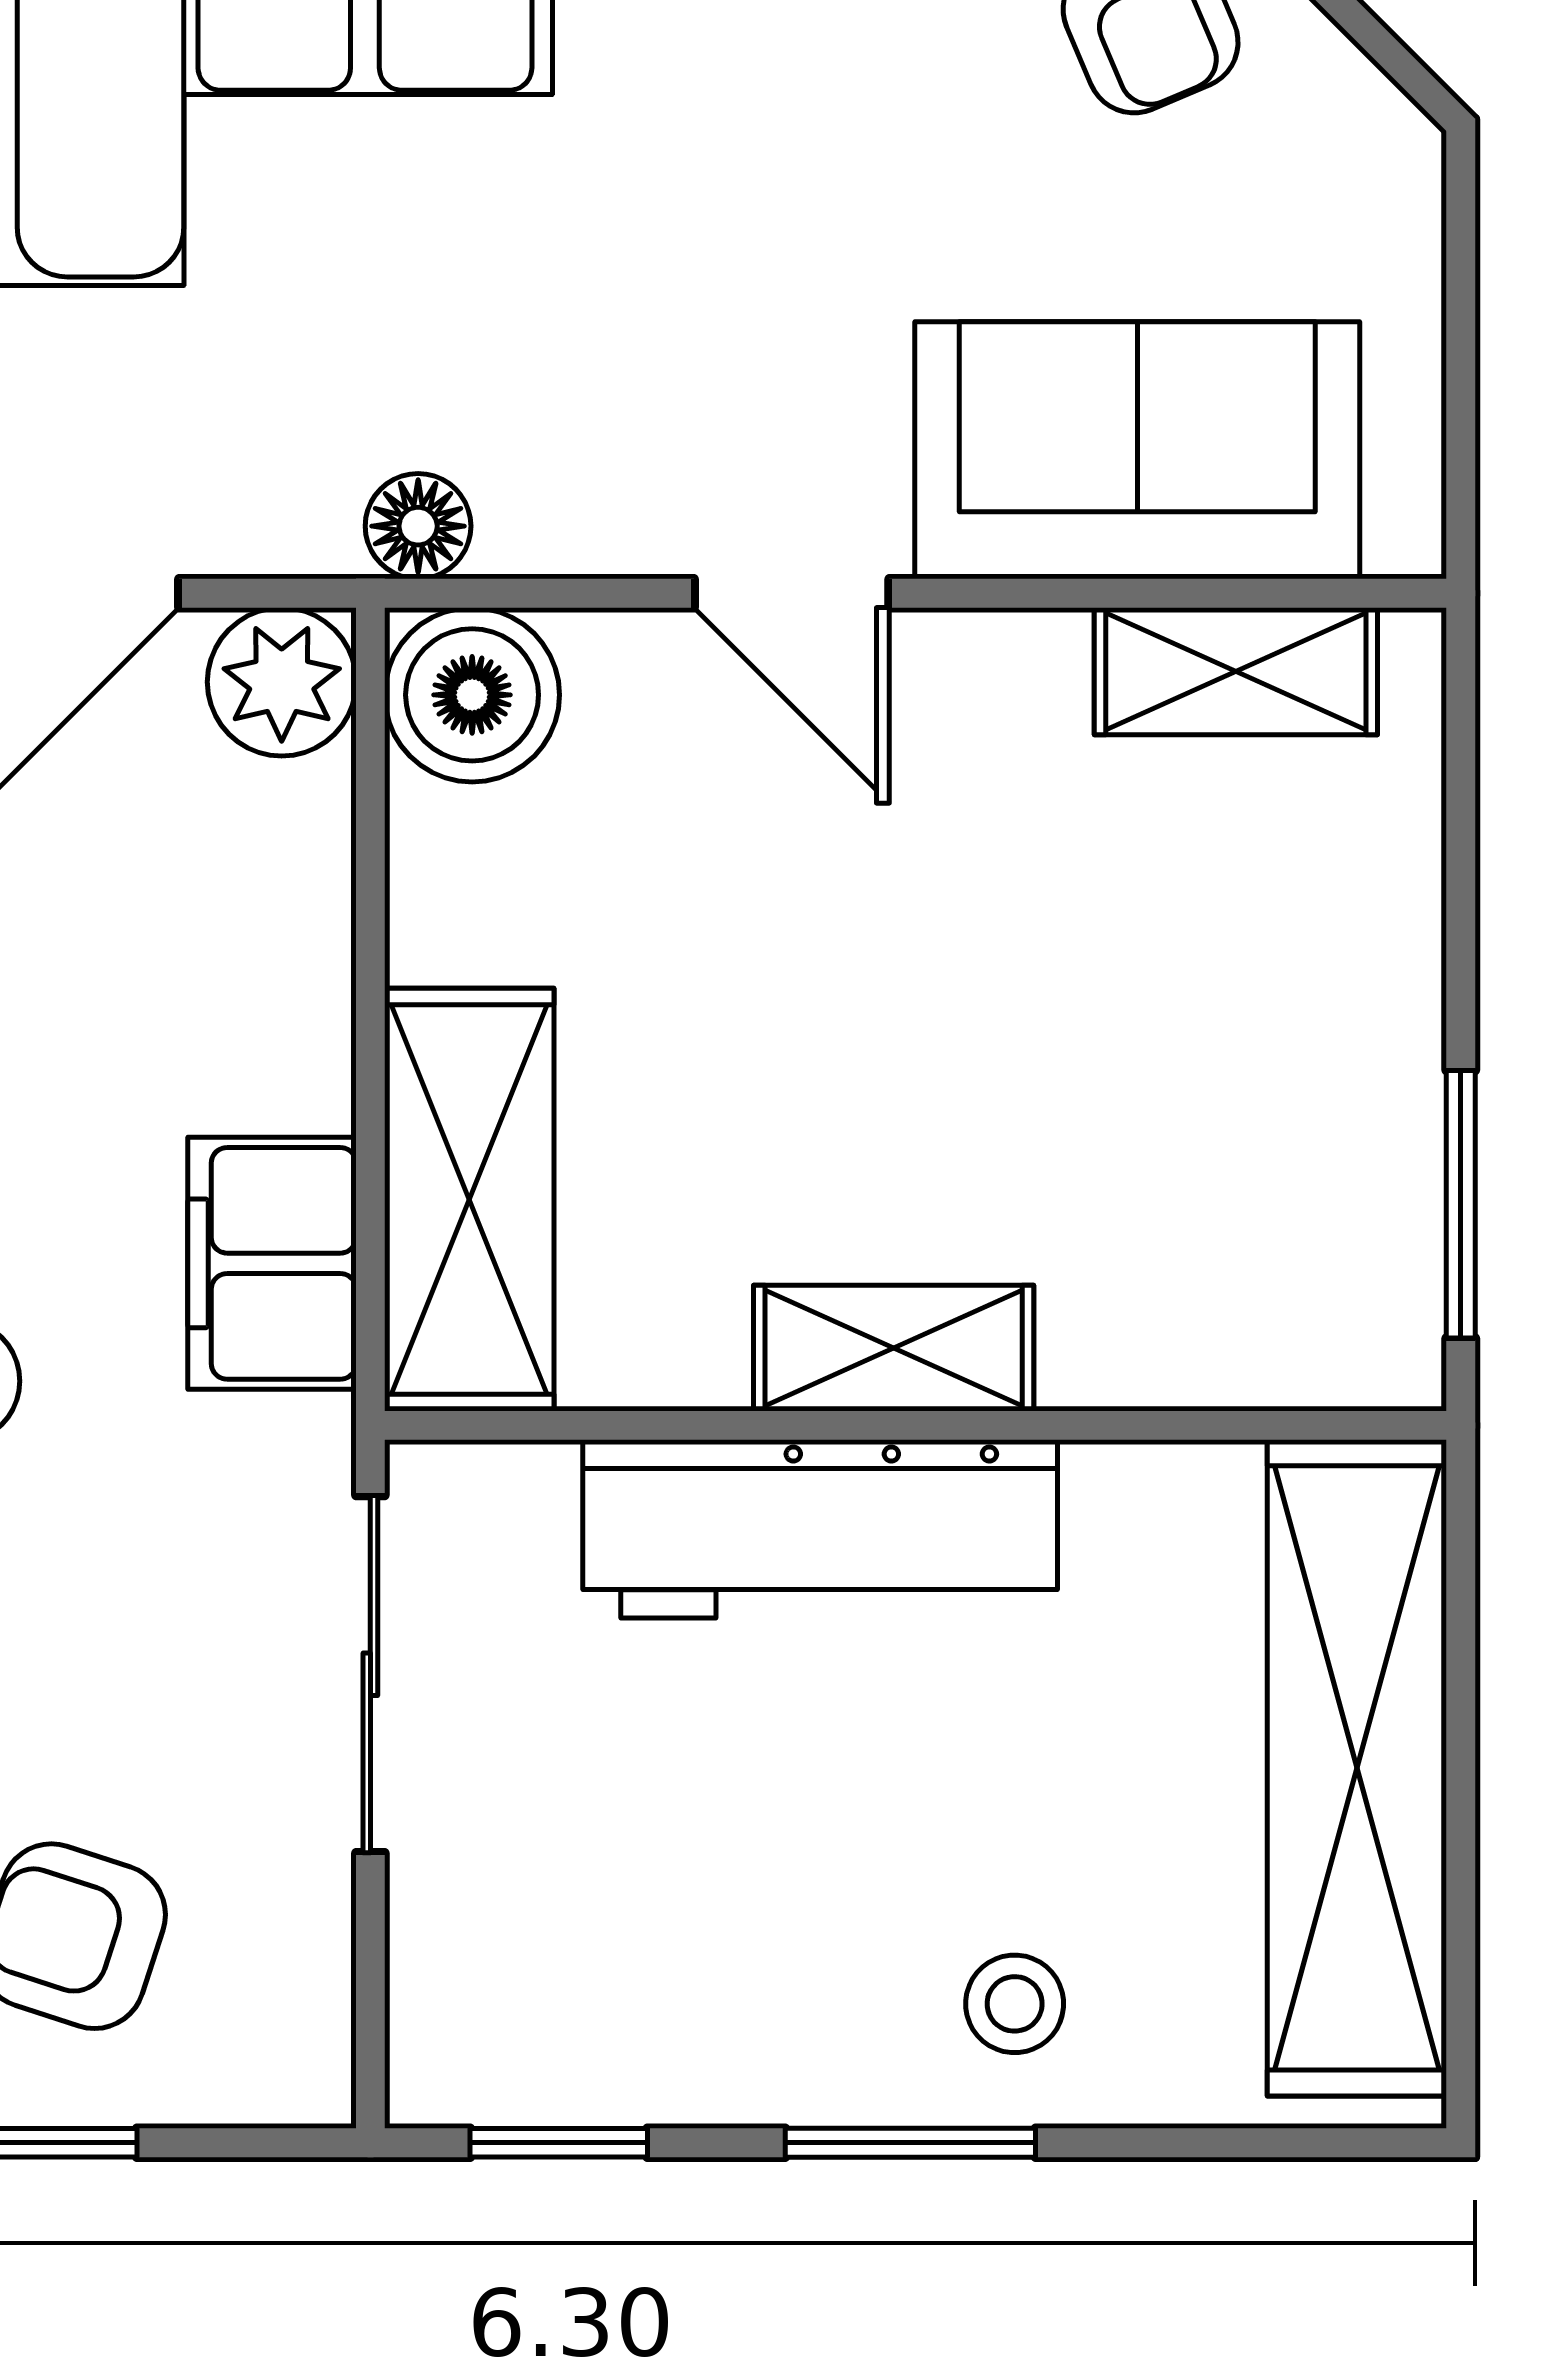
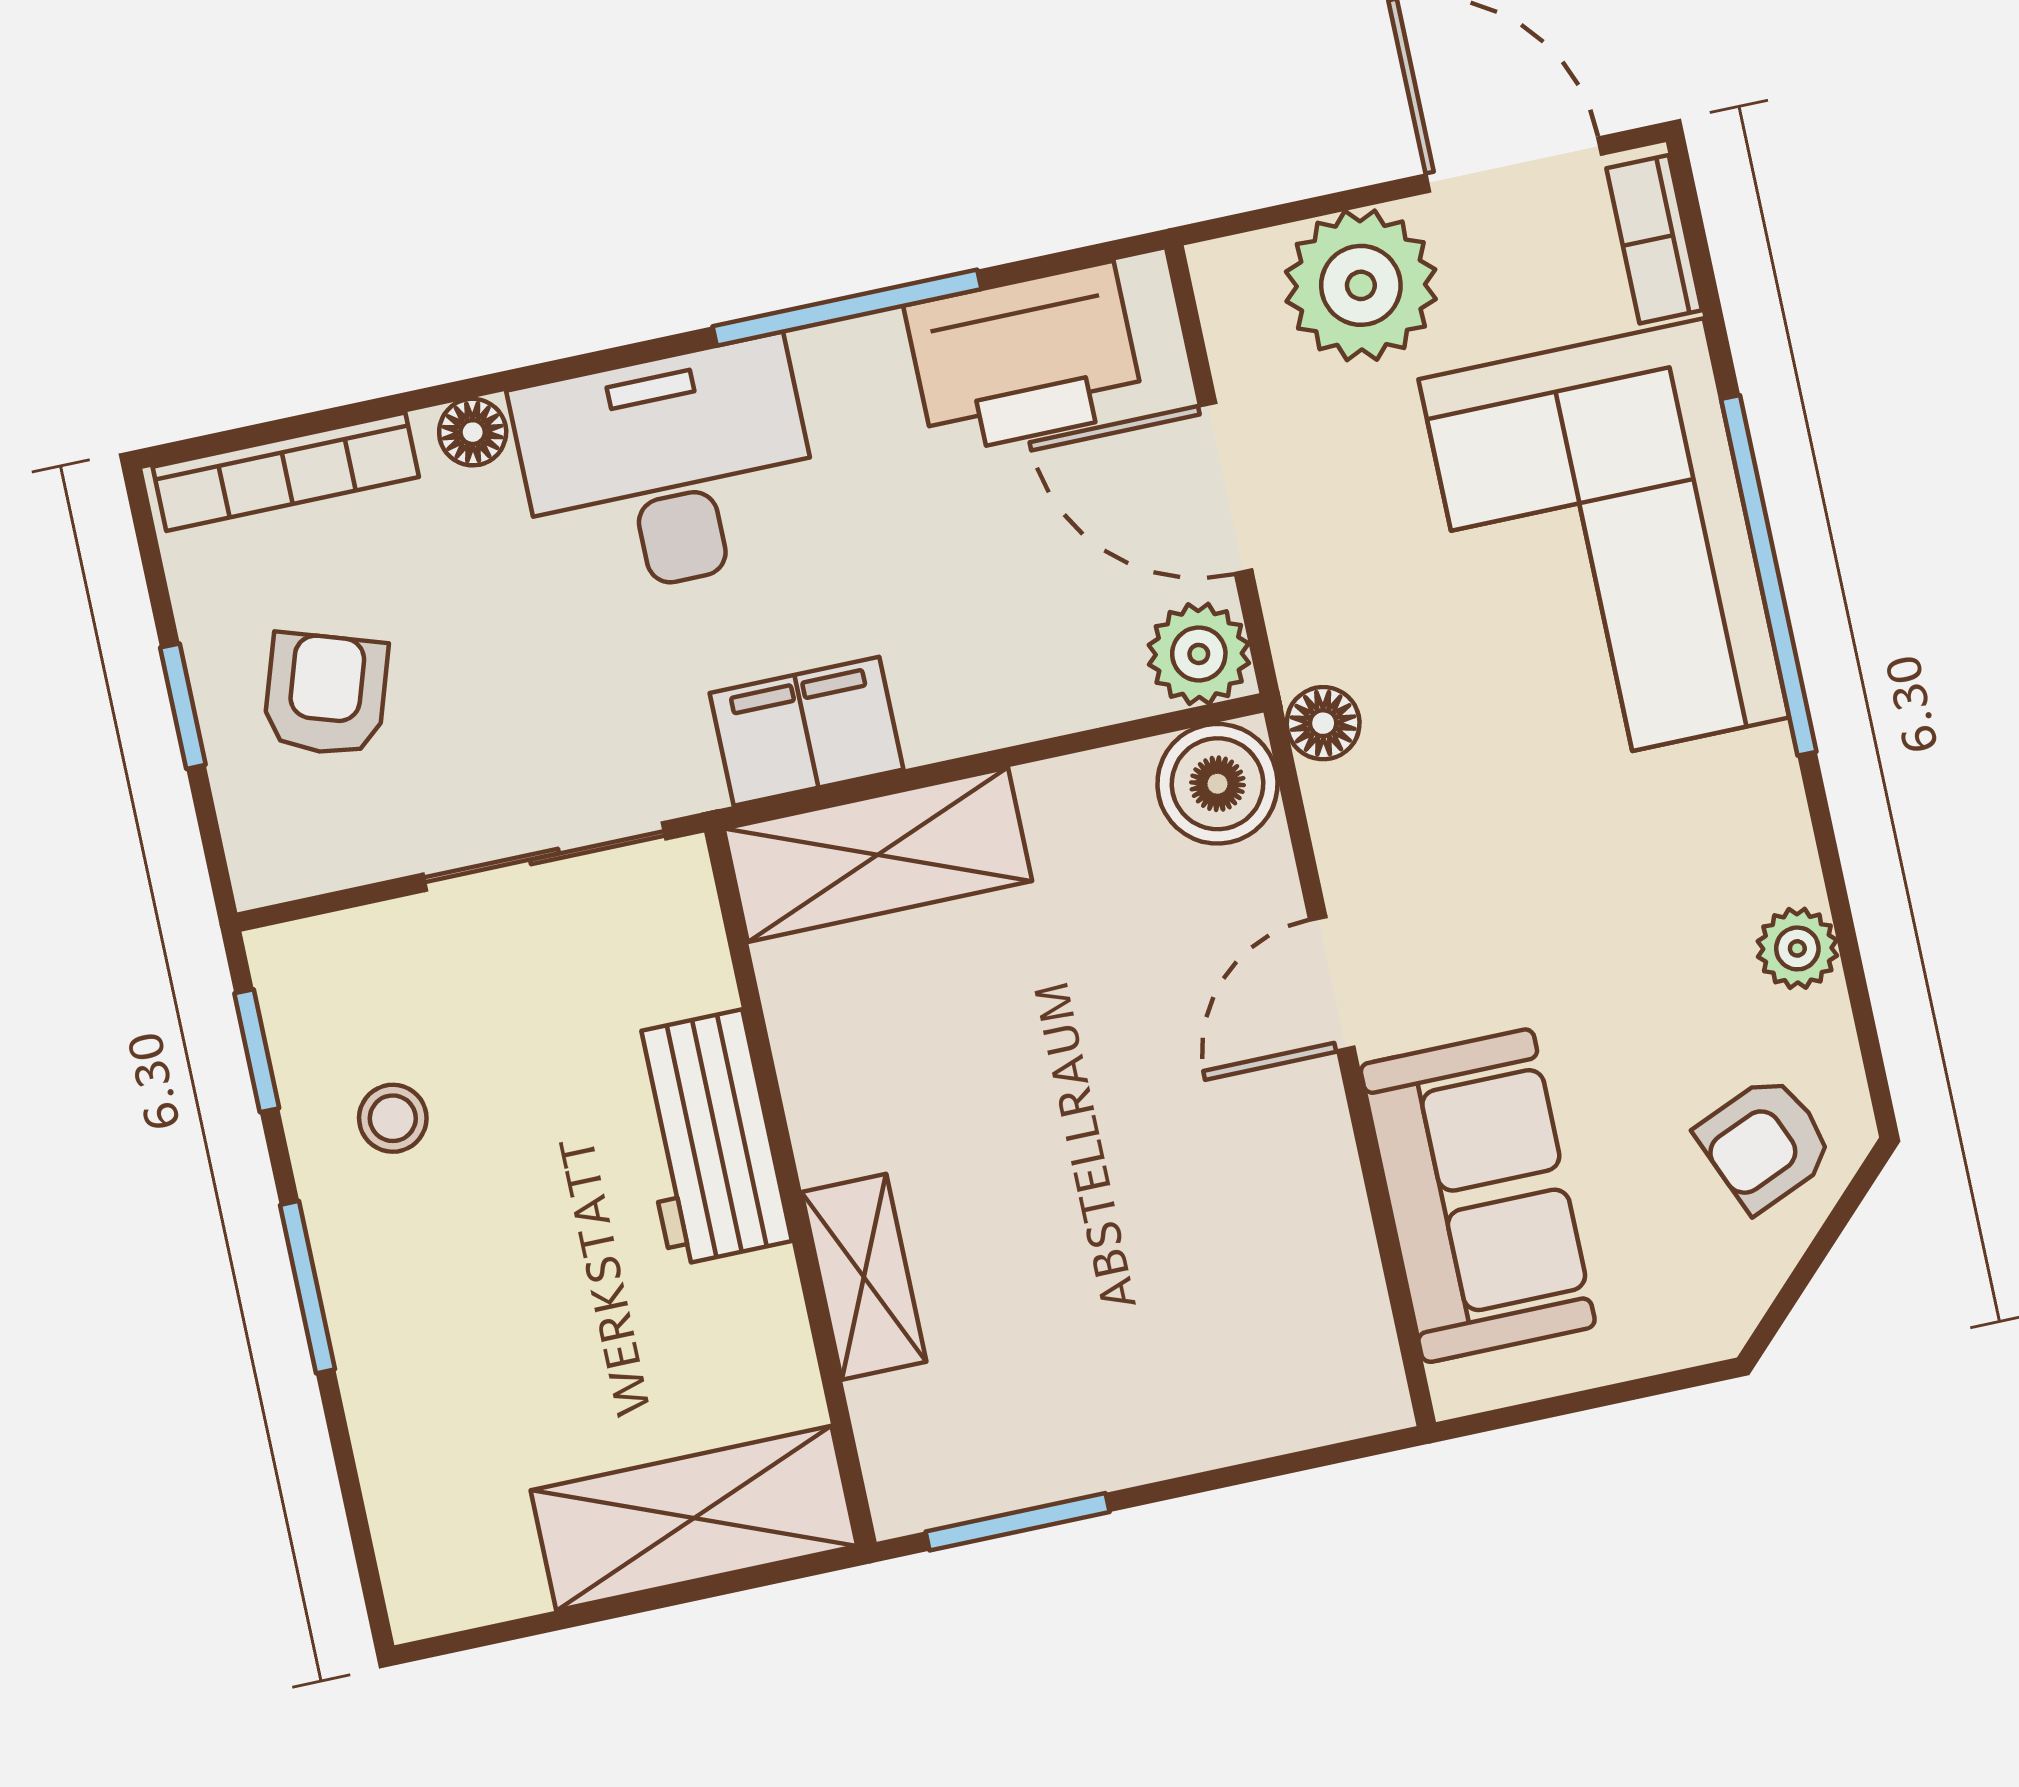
shelving: (1236, 671) -> (1343, 1294), removed
shelving: (894, 1348) -> (864, 1277), moved
workbench: (820, 1529) -> (707, 1138), width x0.73
shelving: (1357, 1768) -> (694, 1518), width x0.68
stool: (1015, 2004) -> (393, 1118), moved

